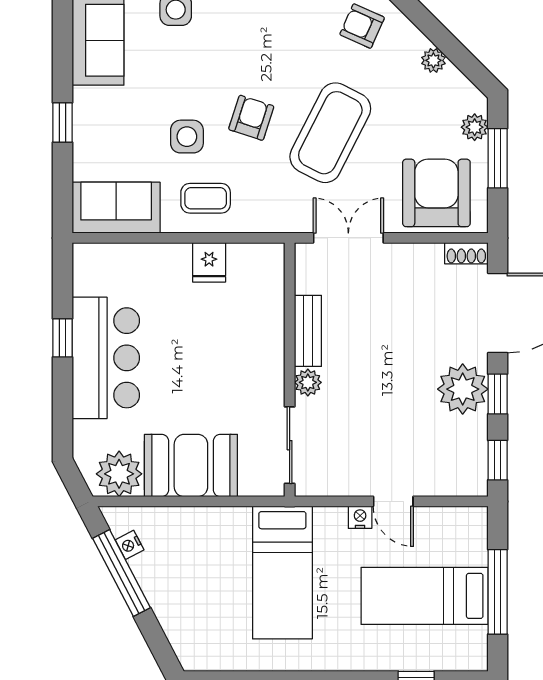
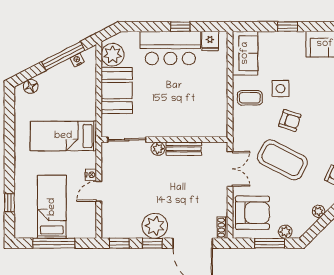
coffee table: (206, 198) -> (250, 98), turned 90
fridge: (209, 262) -> (210, 41), moved, turned -90
floor lamp: (183, 638) -> (31, 86), added

